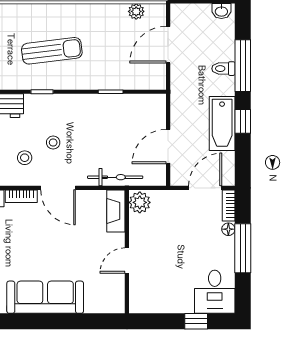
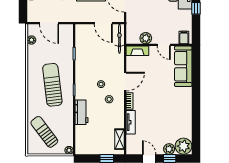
sun lounger: (52, 51) -> (52, 85), width x1.36, depth x1.34
bicycle: (115, 177) -> (119, 39), moved
plant: (140, 202) -> (146, 38), moved
sofa: (45, 297) -> (183, 66), moved
filing cabinet: (141, 299) -> (184, 38), added

